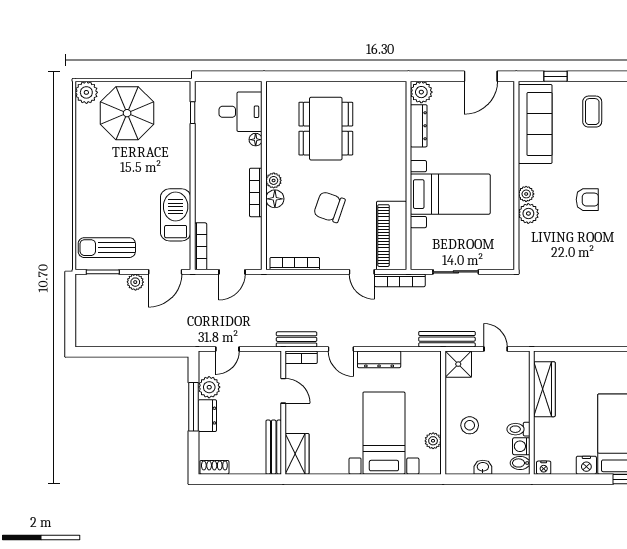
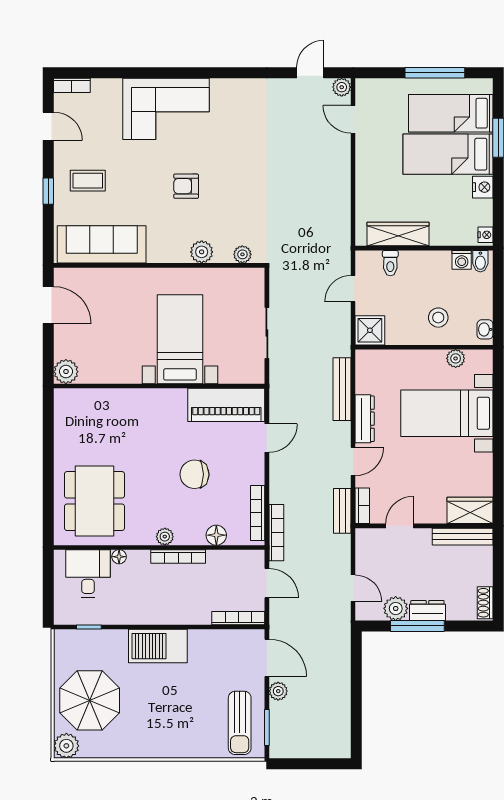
window: (556, 76) -> (48, 191), moved
dresser: (419, 126) -> (104, 374), removed
dining table: (326, 129) -> (94, 501), moved, turned 90
plant: (526, 194) -> (242, 254), moved
floor lamp: (275, 199) -> (216, 535), moved
armchair: (587, 200) -> (186, 186), turned -90
chair: (329, 207) -> (194, 474), turned 71
barbecue: (176, 215) -> (158, 646), moved
bookcase: (400, 280) -> (276, 533), moved
bench: (447, 339) -> (342, 389), moved
toilet: (518, 429) -> (390, 263), moved
washbasin: (483, 467) -> (485, 329), moved

